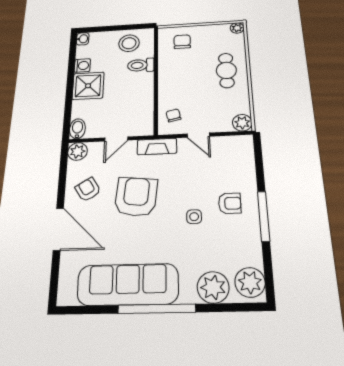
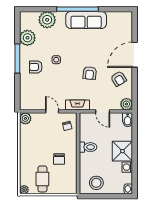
chair: (182, 42) -> (59, 159), moved
toilet: (141, 65) -> (88, 147), moved
cafe table: (226, 70) -> (42, 179), moved
door: (116, 139) -> (103, 111), swing flipped
armchair: (136, 197) -> (90, 73), width x0.53, depth x0.53
door: (58, 229) -> (135, 55), hinge flipped
plant: (250, 282) -> (27, 38), moved
sofa: (128, 284) -> (86, 20), width x0.74, depth x0.79

